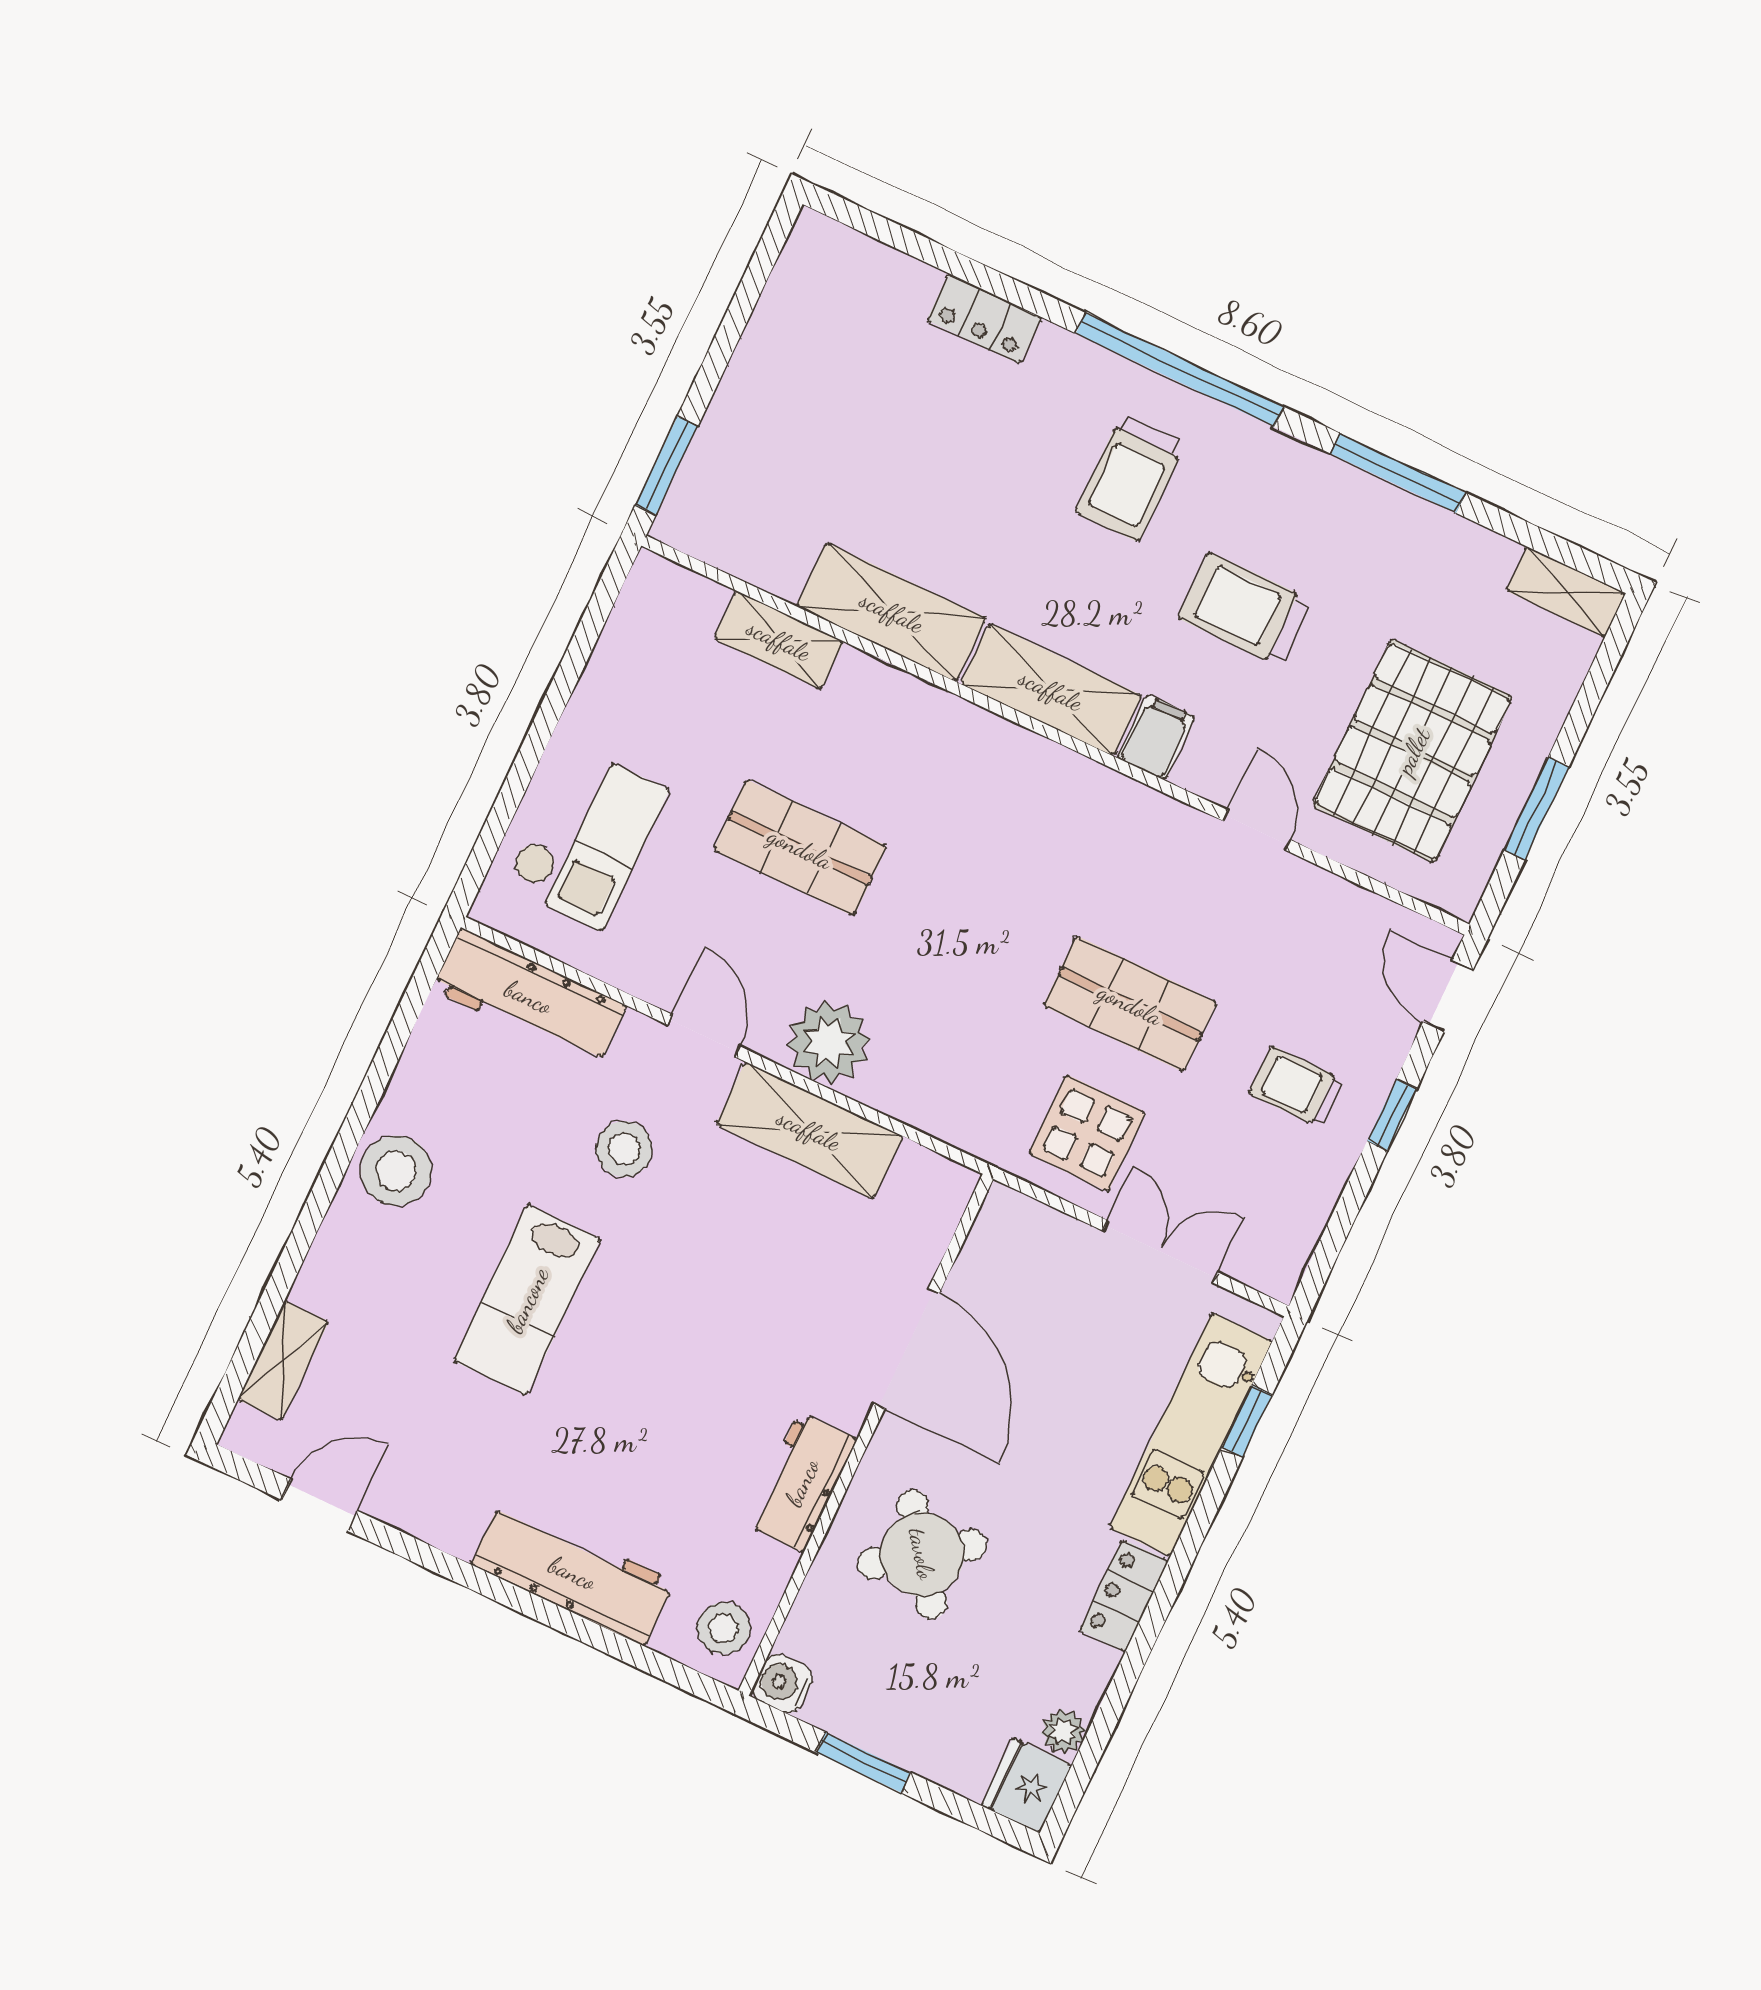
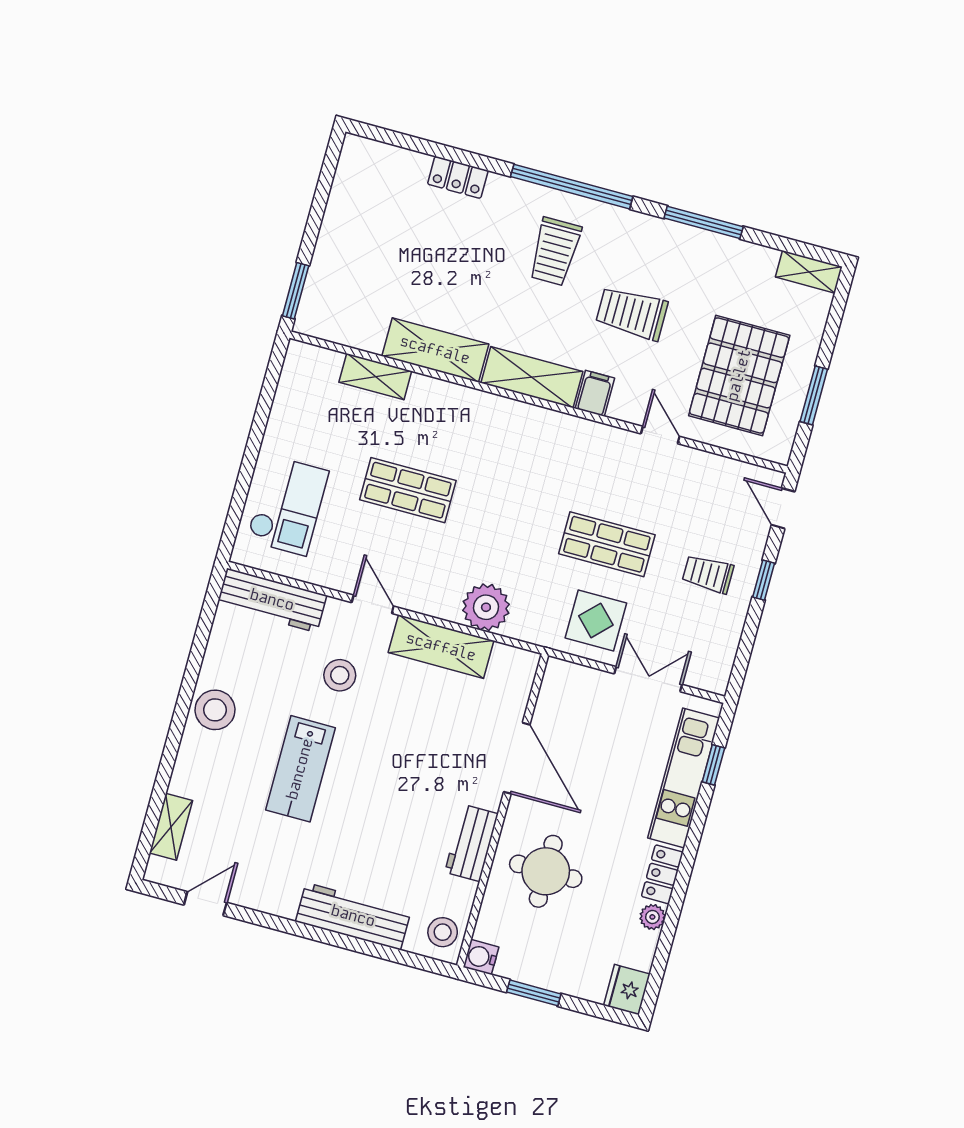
plant: (829, 1042) -> (486, 607), moved
round table: (922, 1554) -> (546, 871), turned 36
plant: (1063, 1731) -> (652, 917), moved

